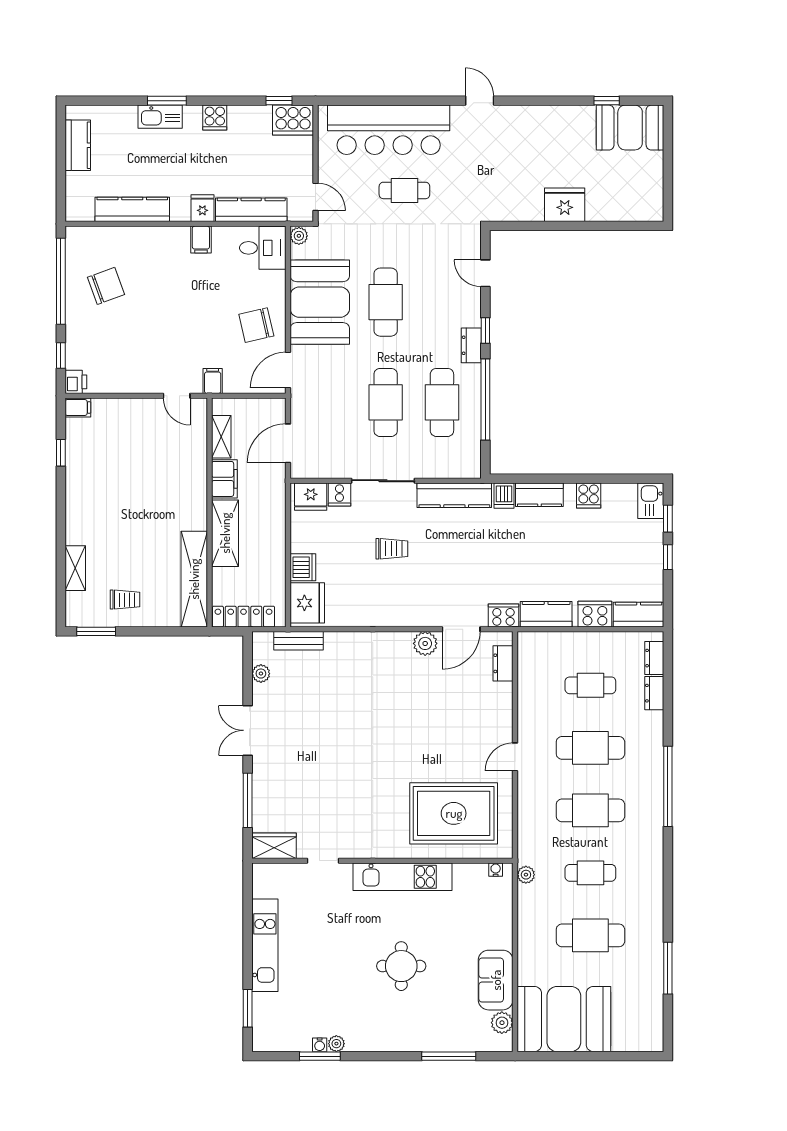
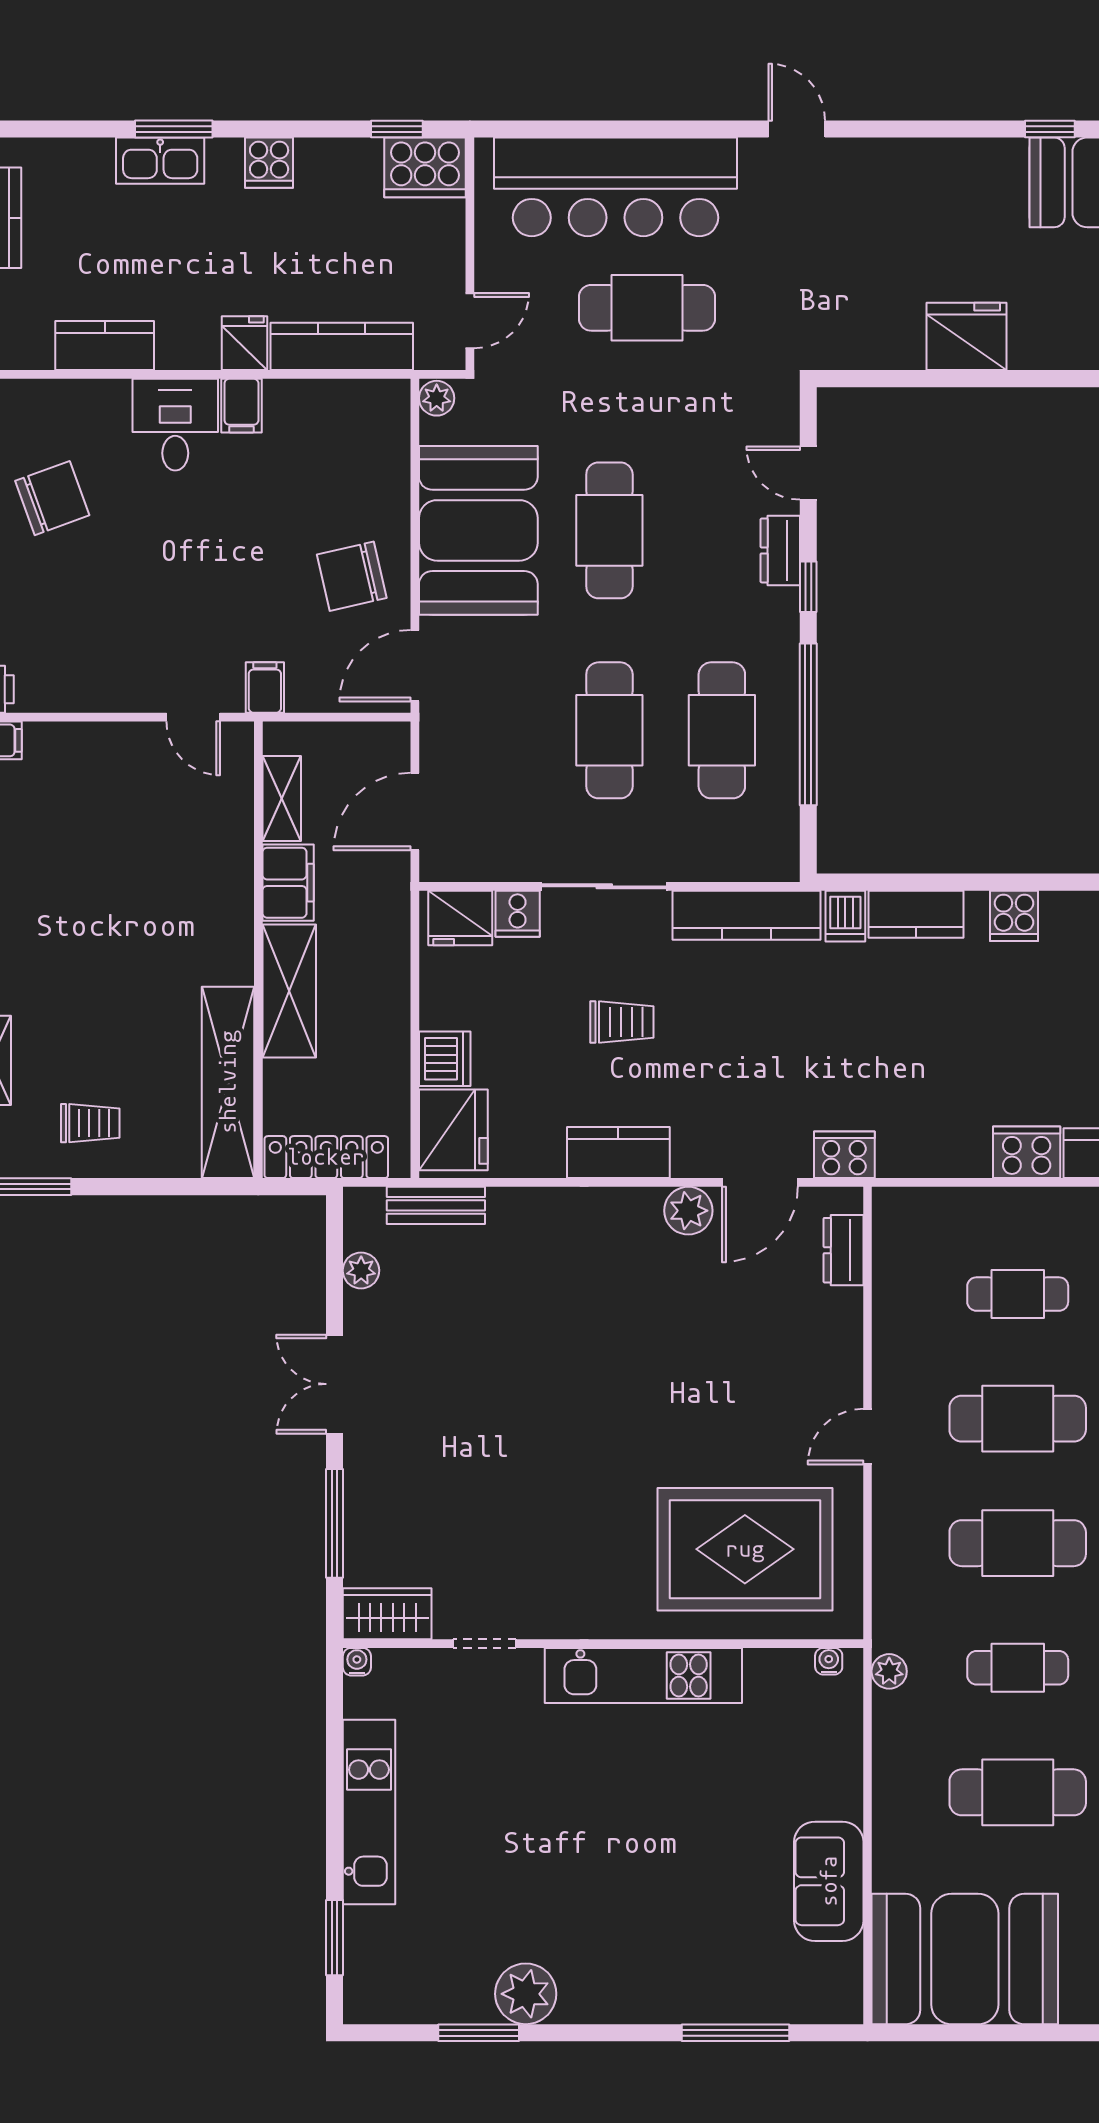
cafe table: (404, 190) -> (647, 308), width x1.37, depth x1.35
door: (316, 197) -> (470, 321), hinge flipped
kitchen counter: (132, 209) -> (105, 346), width x0.67
desk: (263, 248) -> (175, 425), moved, turned -90
dresser: (471, 345) -> (780, 550), moved
kitchen counter: (546, 614) -> (618, 1153), moved
round table: (401, 966) -> (641, 1853), removed
plant: (502, 1023) -> (841, 1966), removed
plant: (336, 1044) -> (526, 1994), width x1.88, depth x1.88
water cooler: (320, 1045) -> (357, 1662), moved, turned 180

